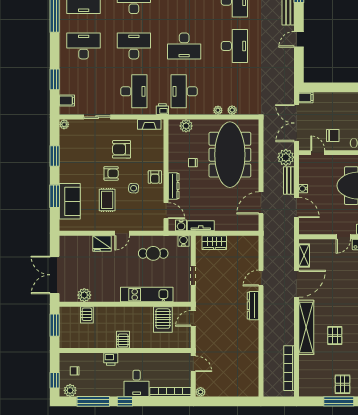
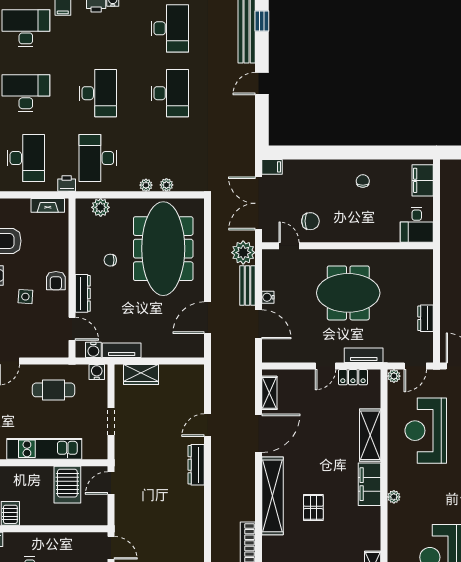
desk: (184, 46) -> (98, 93), turned -90

